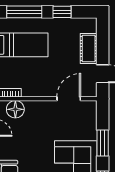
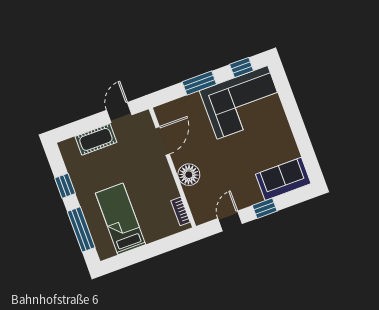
door: (69, 99) -> (163, 141), swing flipped
floor lamp: (15, 109) -> (189, 175), moved

